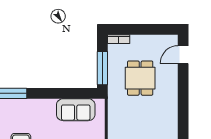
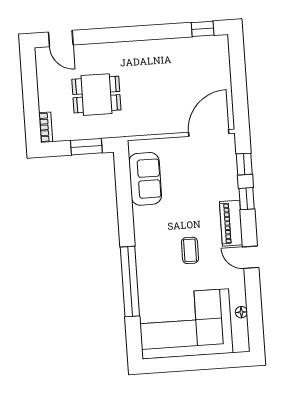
window: (102, 68) -> (86, 147), width x0.69

